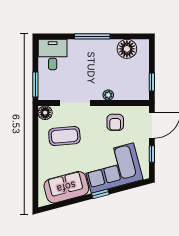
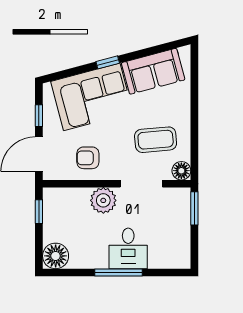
floor lamp: (127, 49) -> (56, 256), moved
desk: (53, 55) -> (128, 248), moved
plant: (108, 95) -> (103, 200), width x1.88, depth x1.88
armchair: (115, 122) -> (88, 158), turned -90

